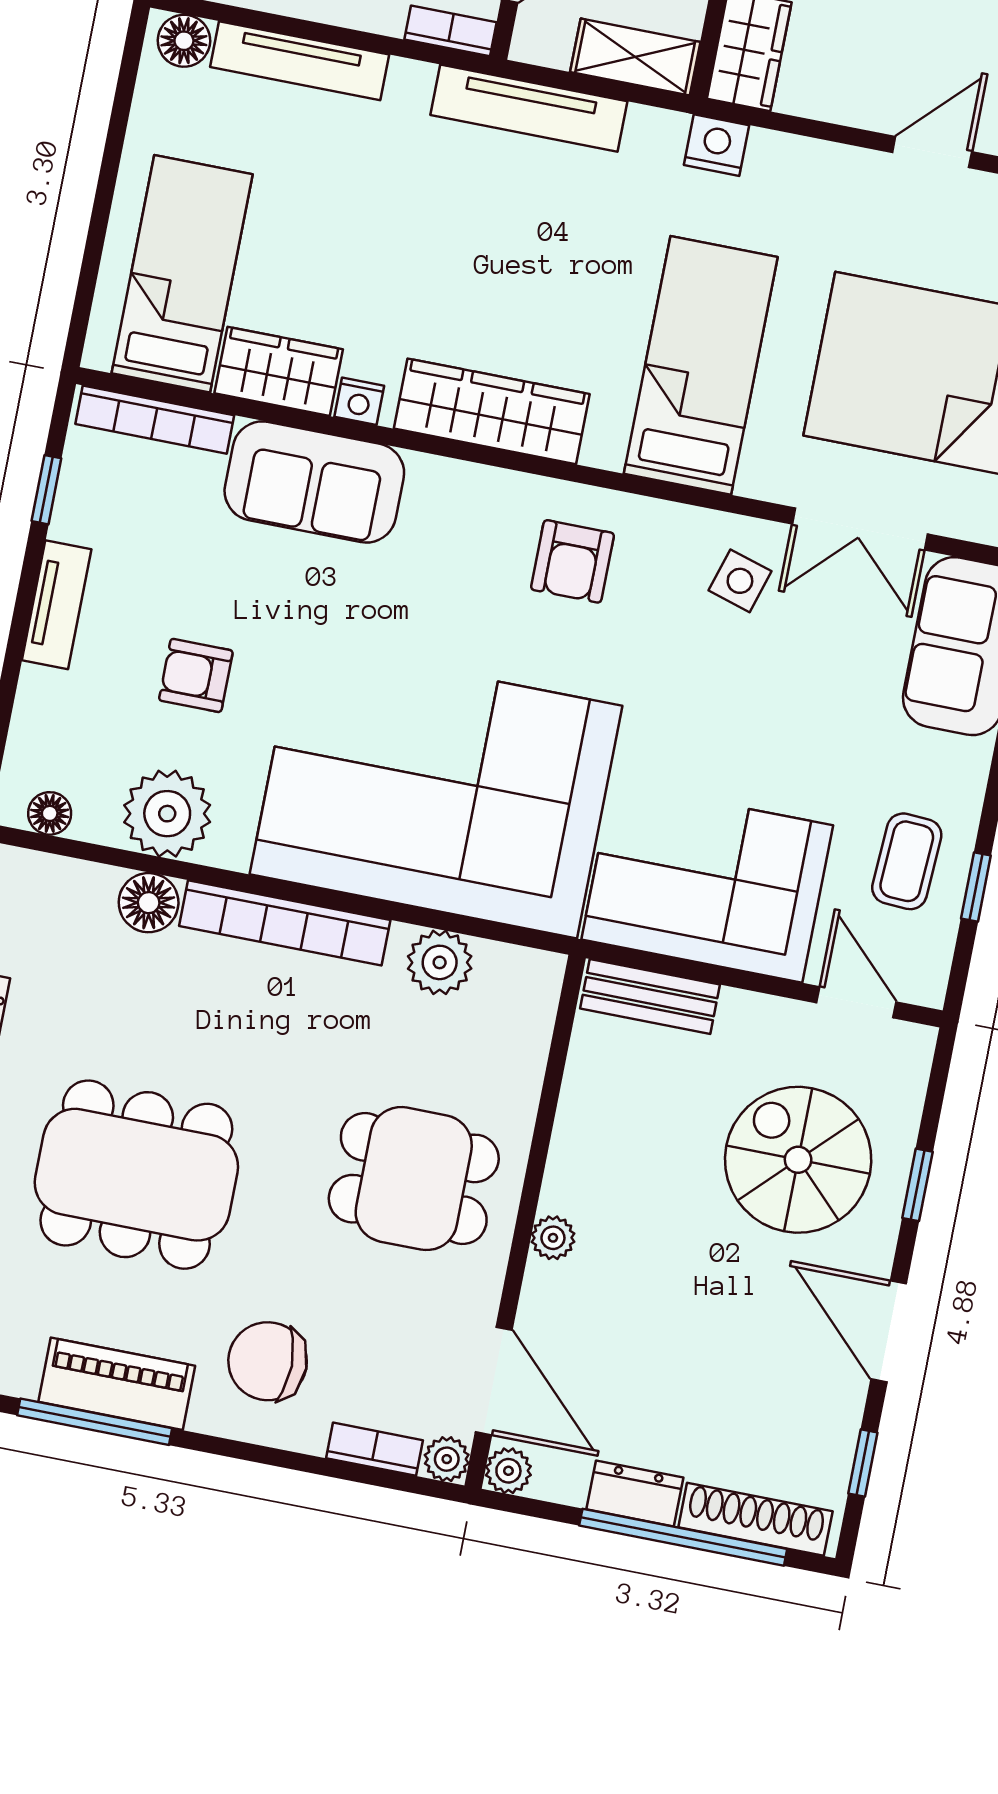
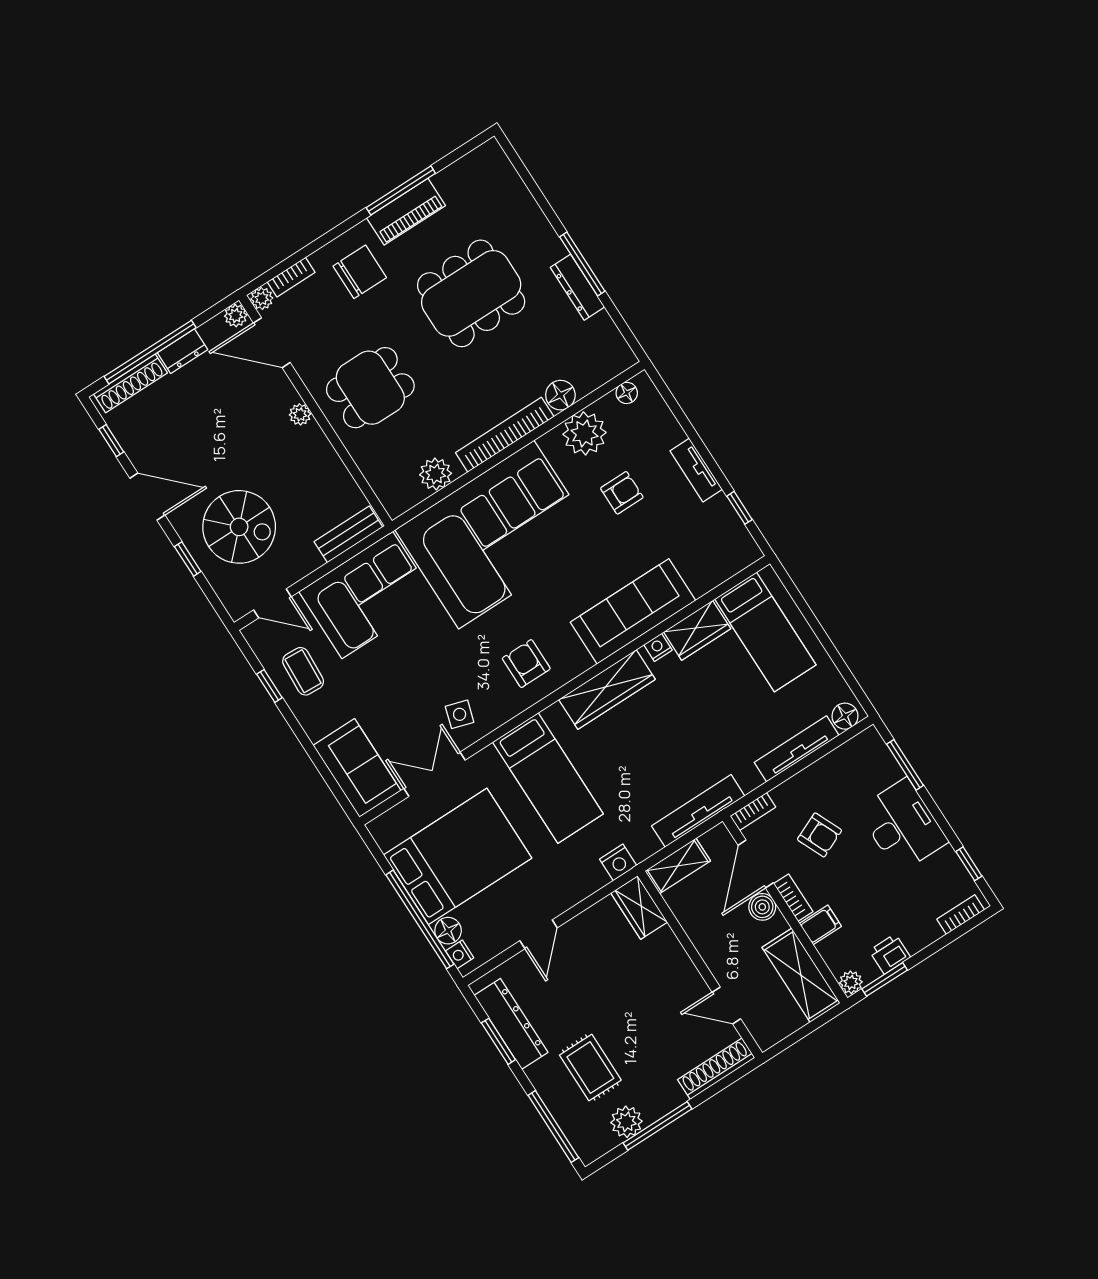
bookcase: (155, 420) -> (725, 570), removed
sofa: (314, 482) -> (633, 611), width x1.36

